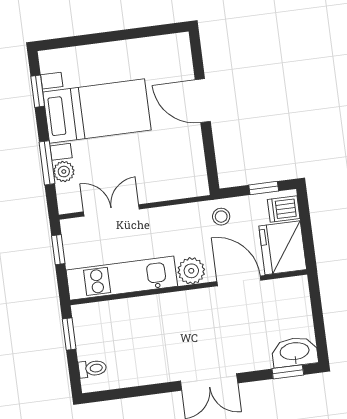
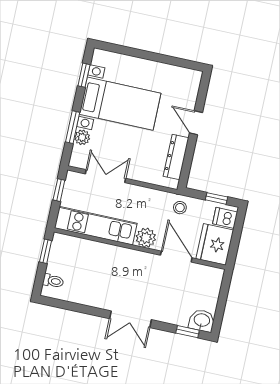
door: (203, 101) -> (196, 123), width x0.73
dresser: (193, 154) -> (176, 157), added
washbasin: (295, 352) -> (202, 321), width x0.72

